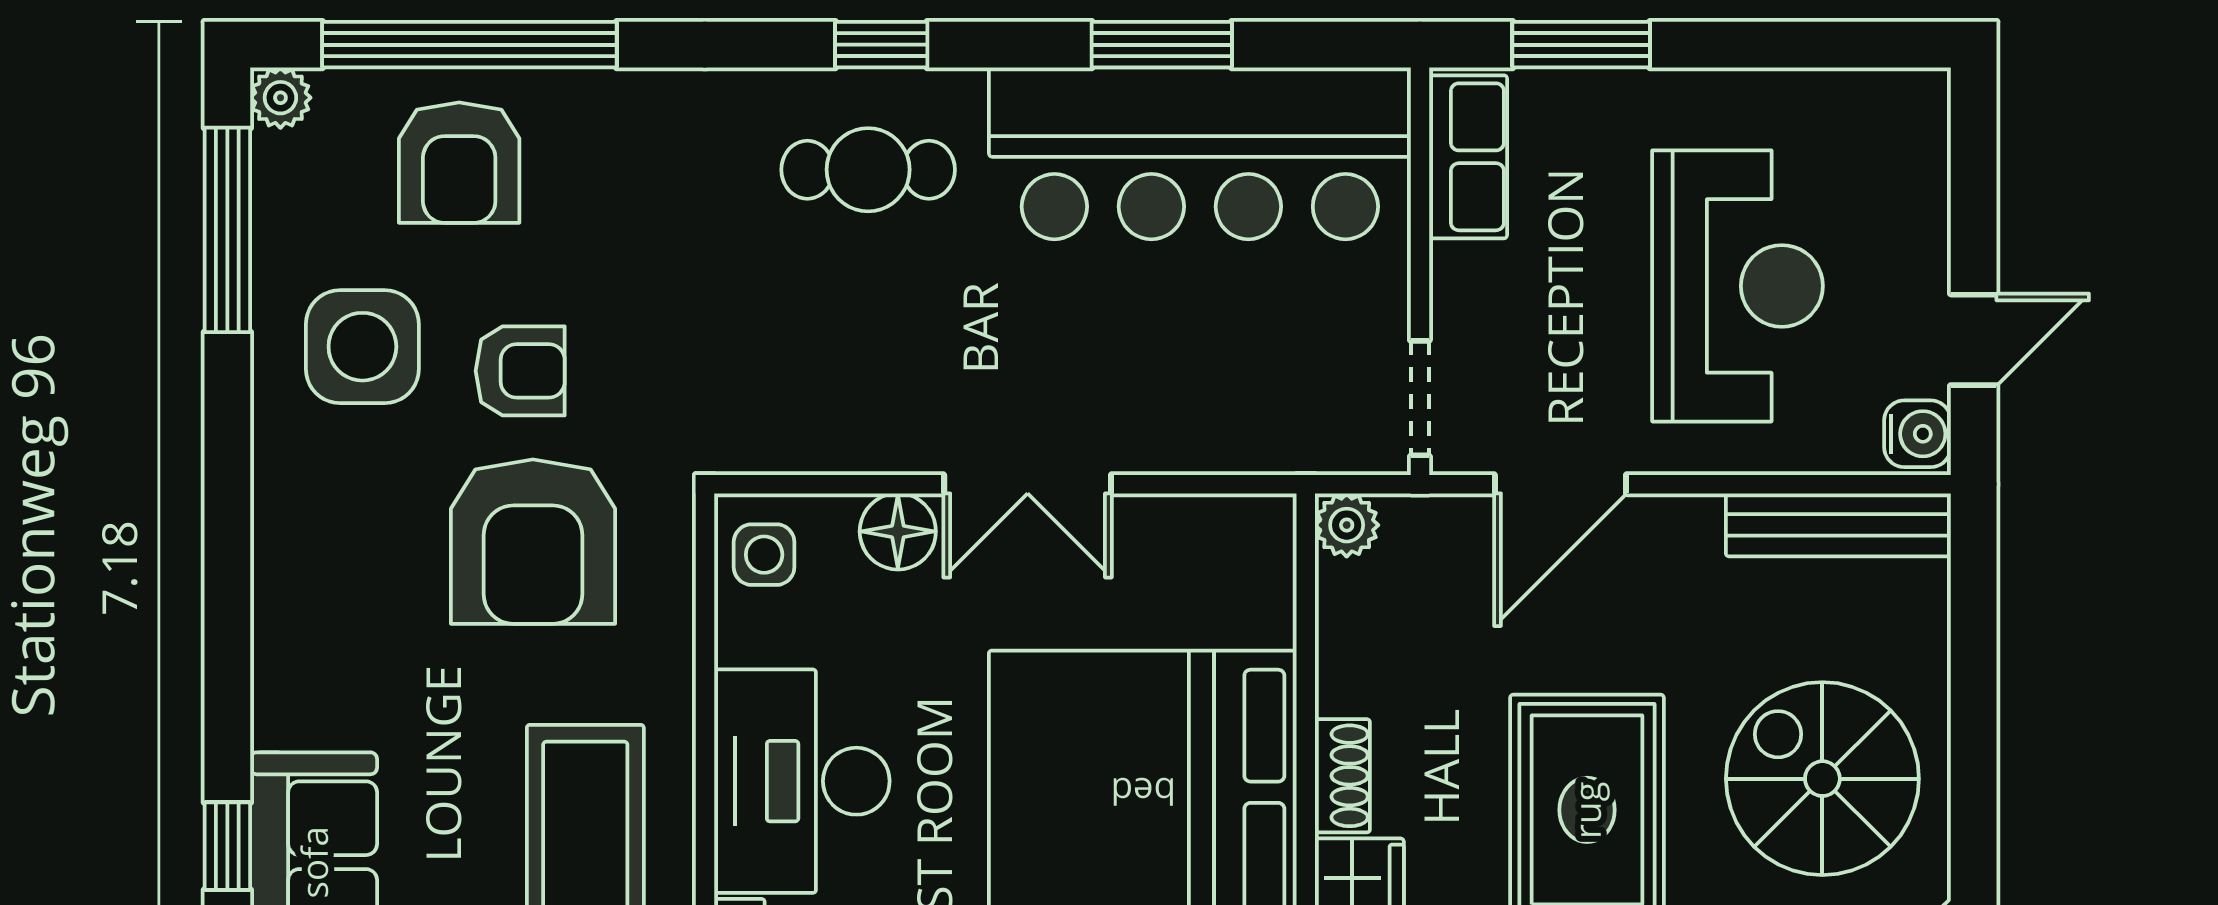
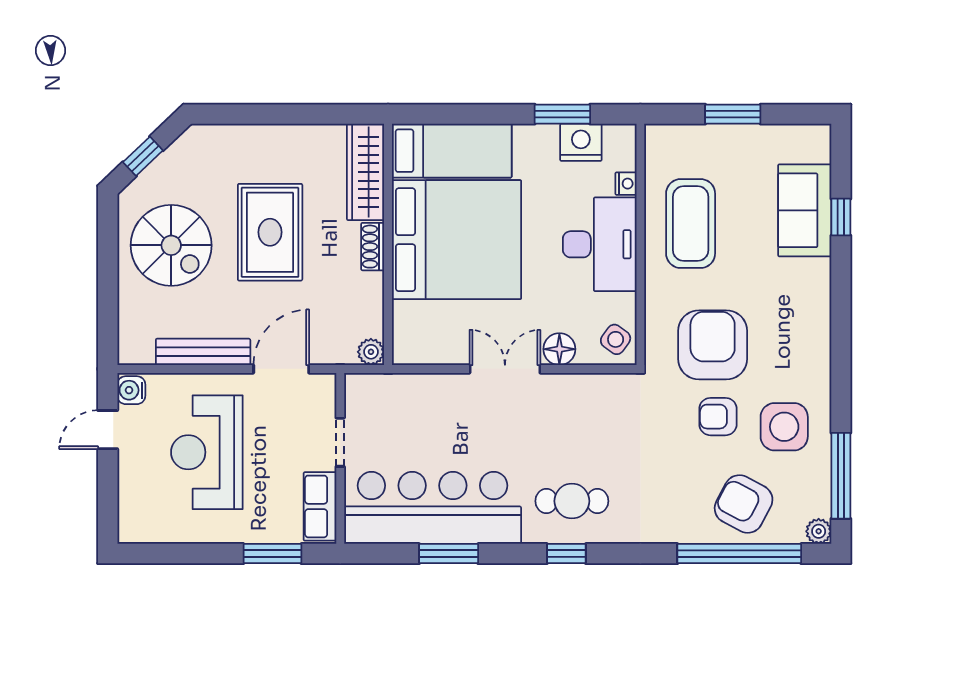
armchair: (459, 163) -> (744, 504), turned -62
doorway: (1420, 398) -> (340, 442), moved
bench: (1838, 525) -> (203, 352), moved
side table: (764, 555) -> (616, 339), turned 36

